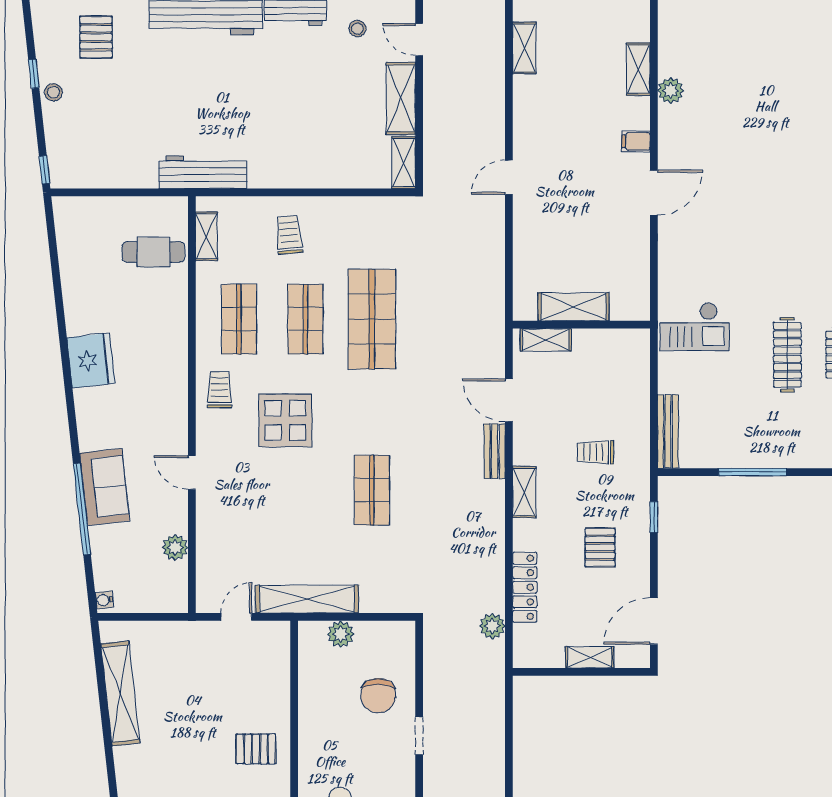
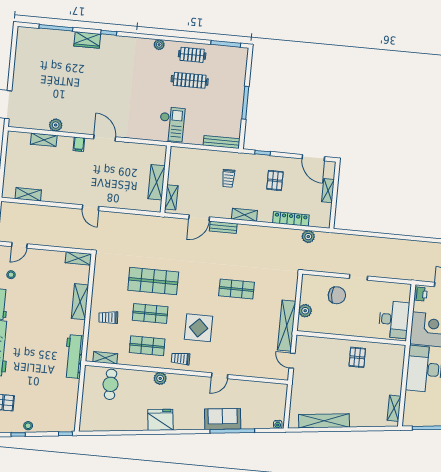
shelving: (401, 98) -> (80, 302), moved, turned 90
plant: (175, 547) -> (160, 378), moved
pallet: (600, 547) -> (275, 180), turned 90

